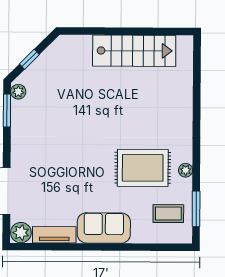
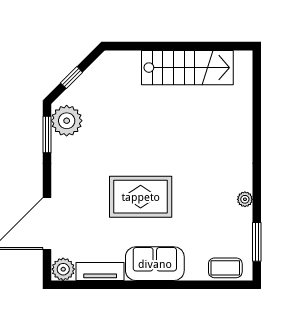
plant: (18, 92) -> (67, 121), width x1.88, depth x1.88
rug: (143, 168) -> (141, 197), moved
coffee table: (168, 214) -> (225, 268), moved

